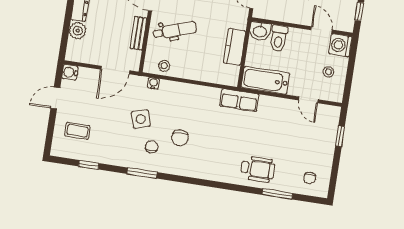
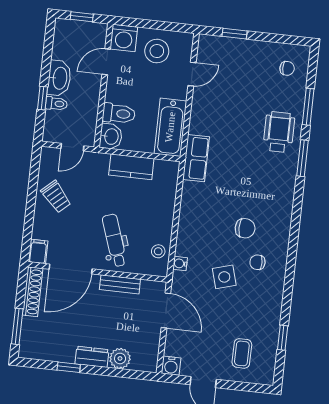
stool: (328, 72) -> (157, 51), width x1.89, depth x1.89
window: (142, 173) -> (302, 158), moved

